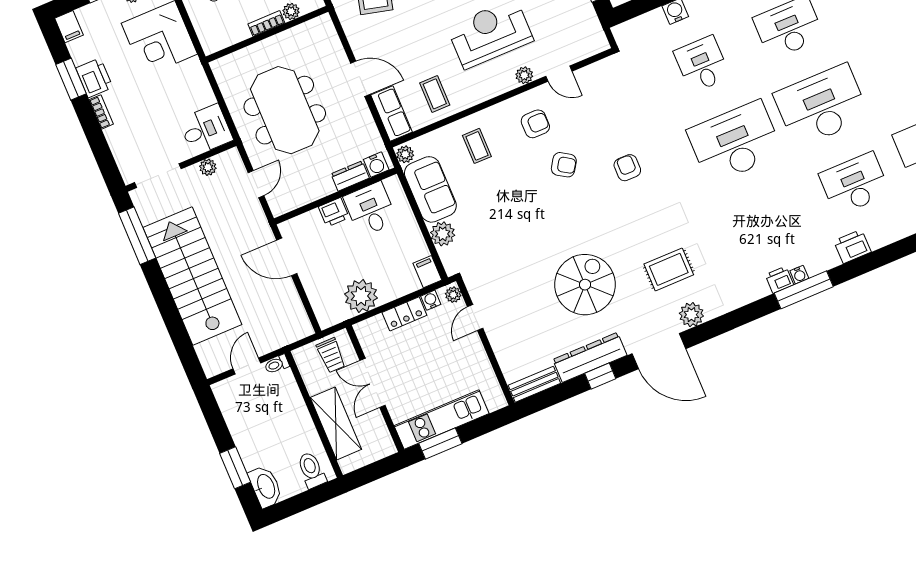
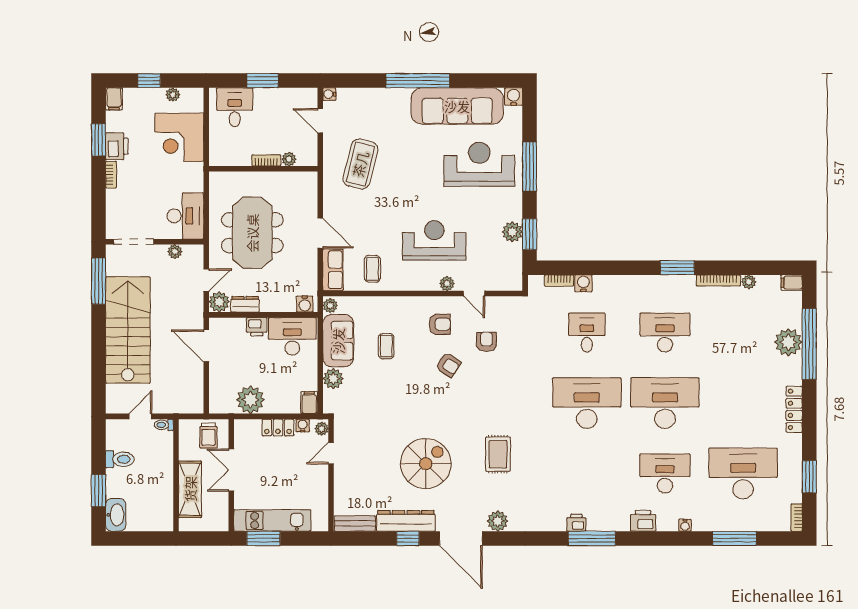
bookcase: (647, 20) -> (559, 281), added
desk: (206, 130) -> (185, 216), width x1.37
coffee table: (477, 146) -> (386, 346), moved
armchair: (627, 168) -> (486, 342), moved
dresser: (350, 176) -> (245, 304), moved
plant: (281, 202) -> (219, 302), added
desk: (370, 209) -> (292, 336), width x1.37
rug: (669, 269) -> (498, 454), moved, turned 90
water cooler: (799, 275) -> (685, 525), moved
toilet: (312, 470) -> (120, 459), moved, turned 90

